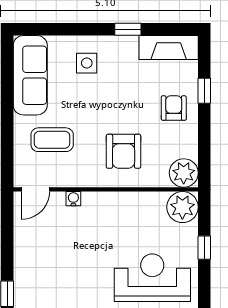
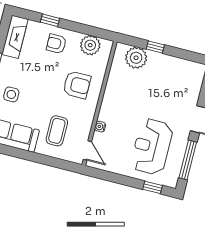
plant: (184, 173) -> (90, 45), moved
plant: (182, 207) -> (136, 58), moved
reception desk: (152, 278) -> (152, 147), moved

